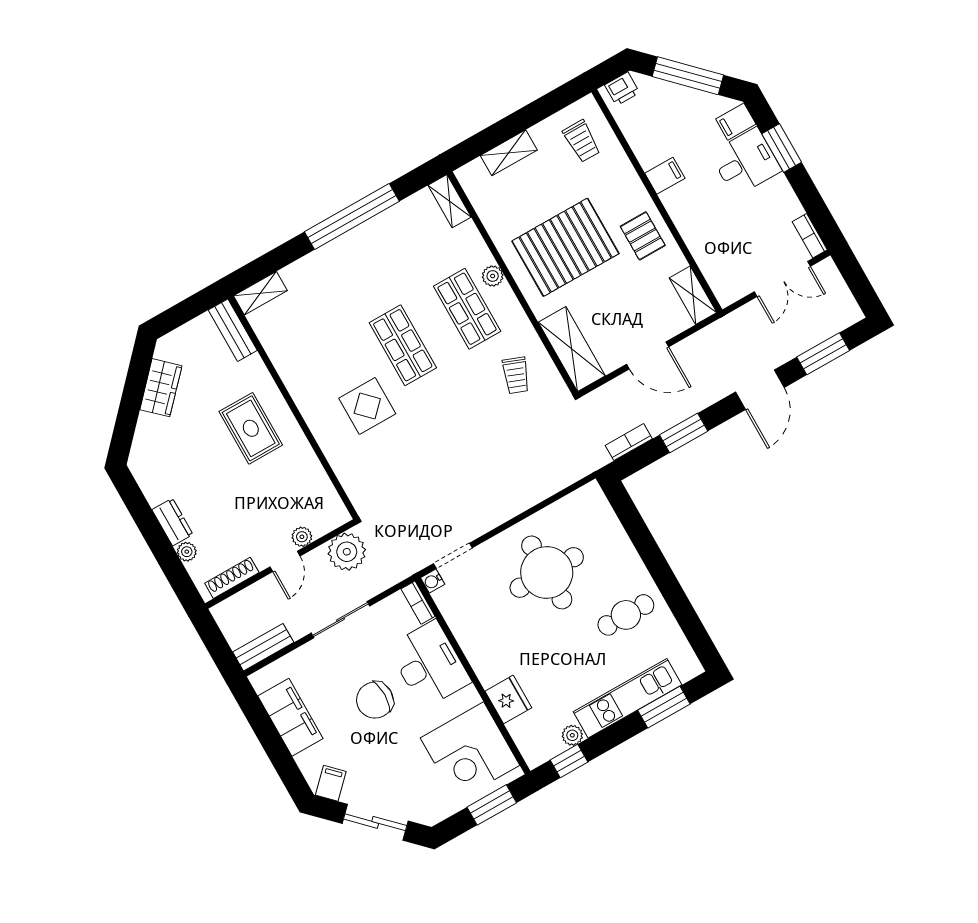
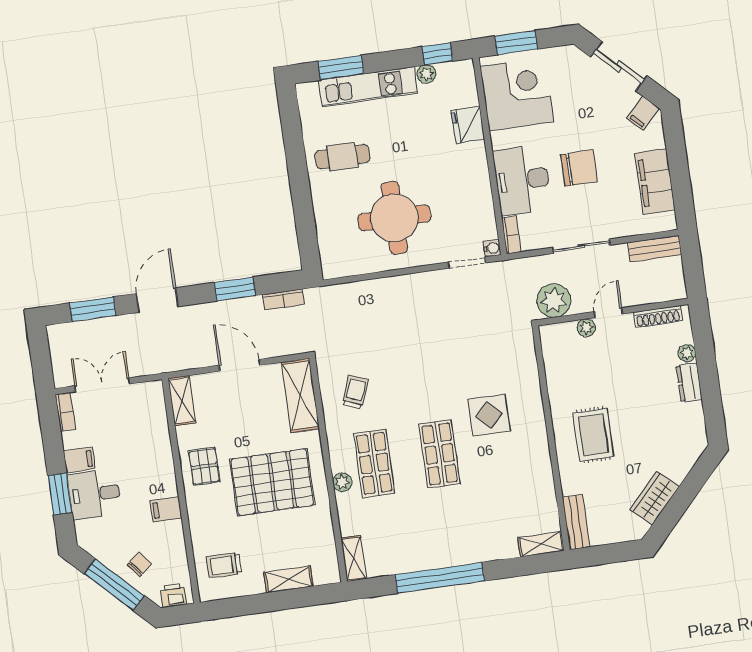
chair: (670, 107) -> (140, 564), added
filing cabinet: (736, 122) -> (79, 460), moved
trolley: (582, 141) -> (224, 565), turned -90

